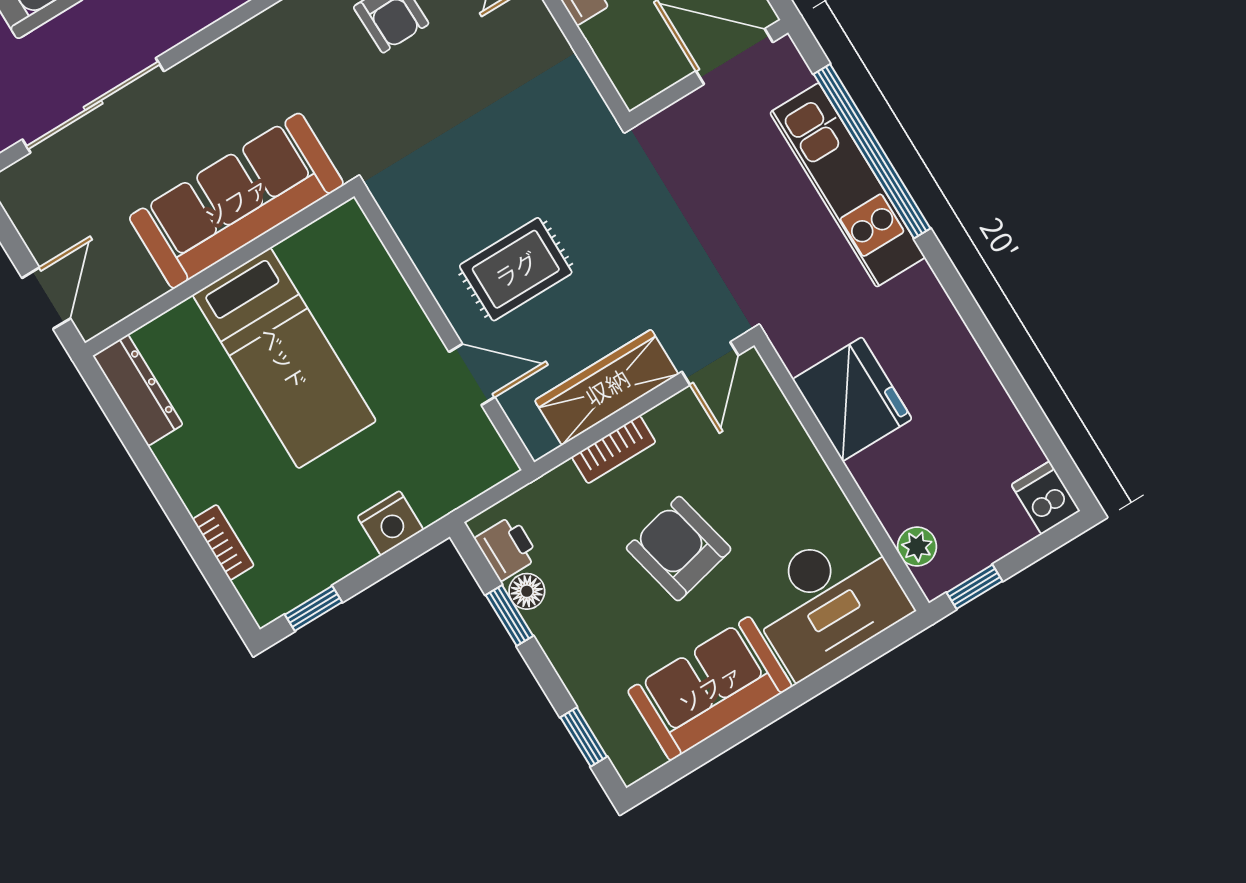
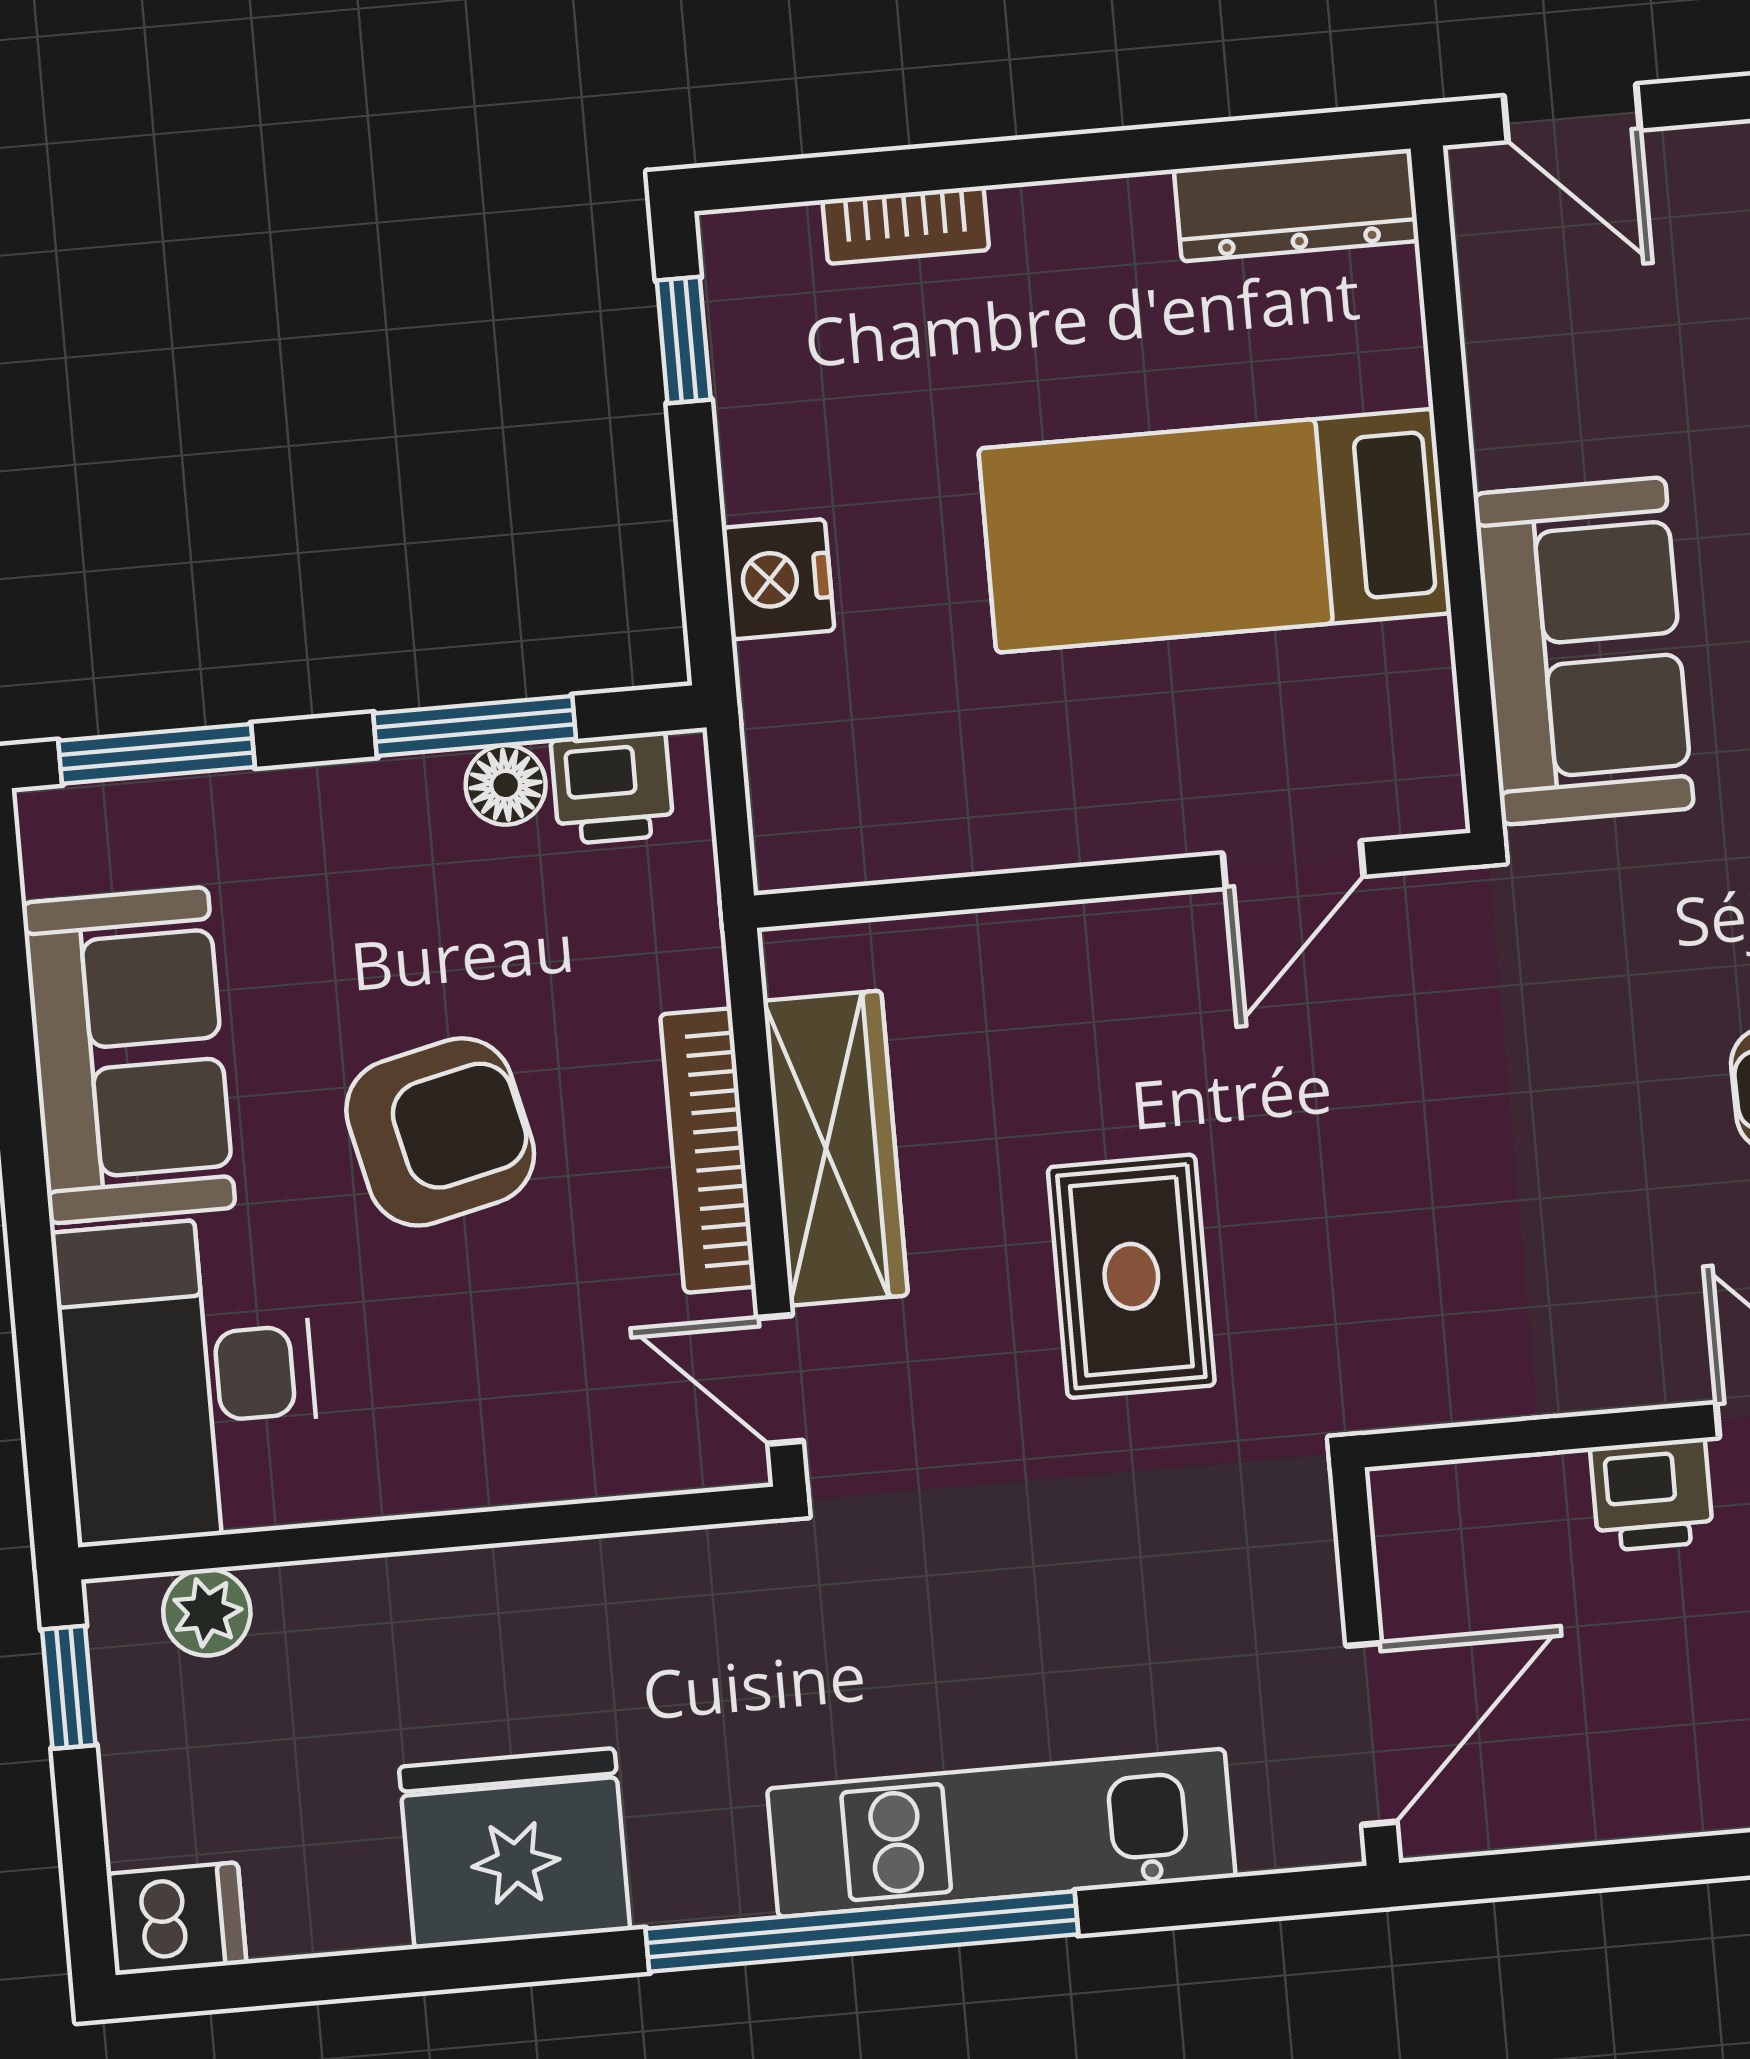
window: (872, 151) -> (862, 1932), moved
sofa: (236, 201) -> (1584, 651), width x0.73
rug: (516, 269) -> (1131, 1276), moved
door: (472, 374) -> (1293, 865), moved
fridge: (852, 399) -> (515, 1848), moved, turned 180
bookcase: (614, 450) -> (708, 1151), width x1.56
window: (509, 615) -> (475, 726), width x1.50
window: (584, 737) -> (157, 754), width x1.50

